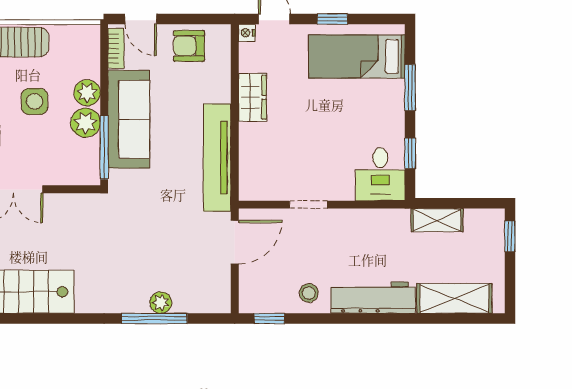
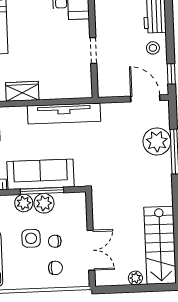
chair: (29, 136) -> (55, 241), added
window: (104, 147) -> (42, 191), moved
door: (235, 242) -> (145, 98), moved
plant: (161, 303) -> (157, 141), width x1.87, depth x1.87

